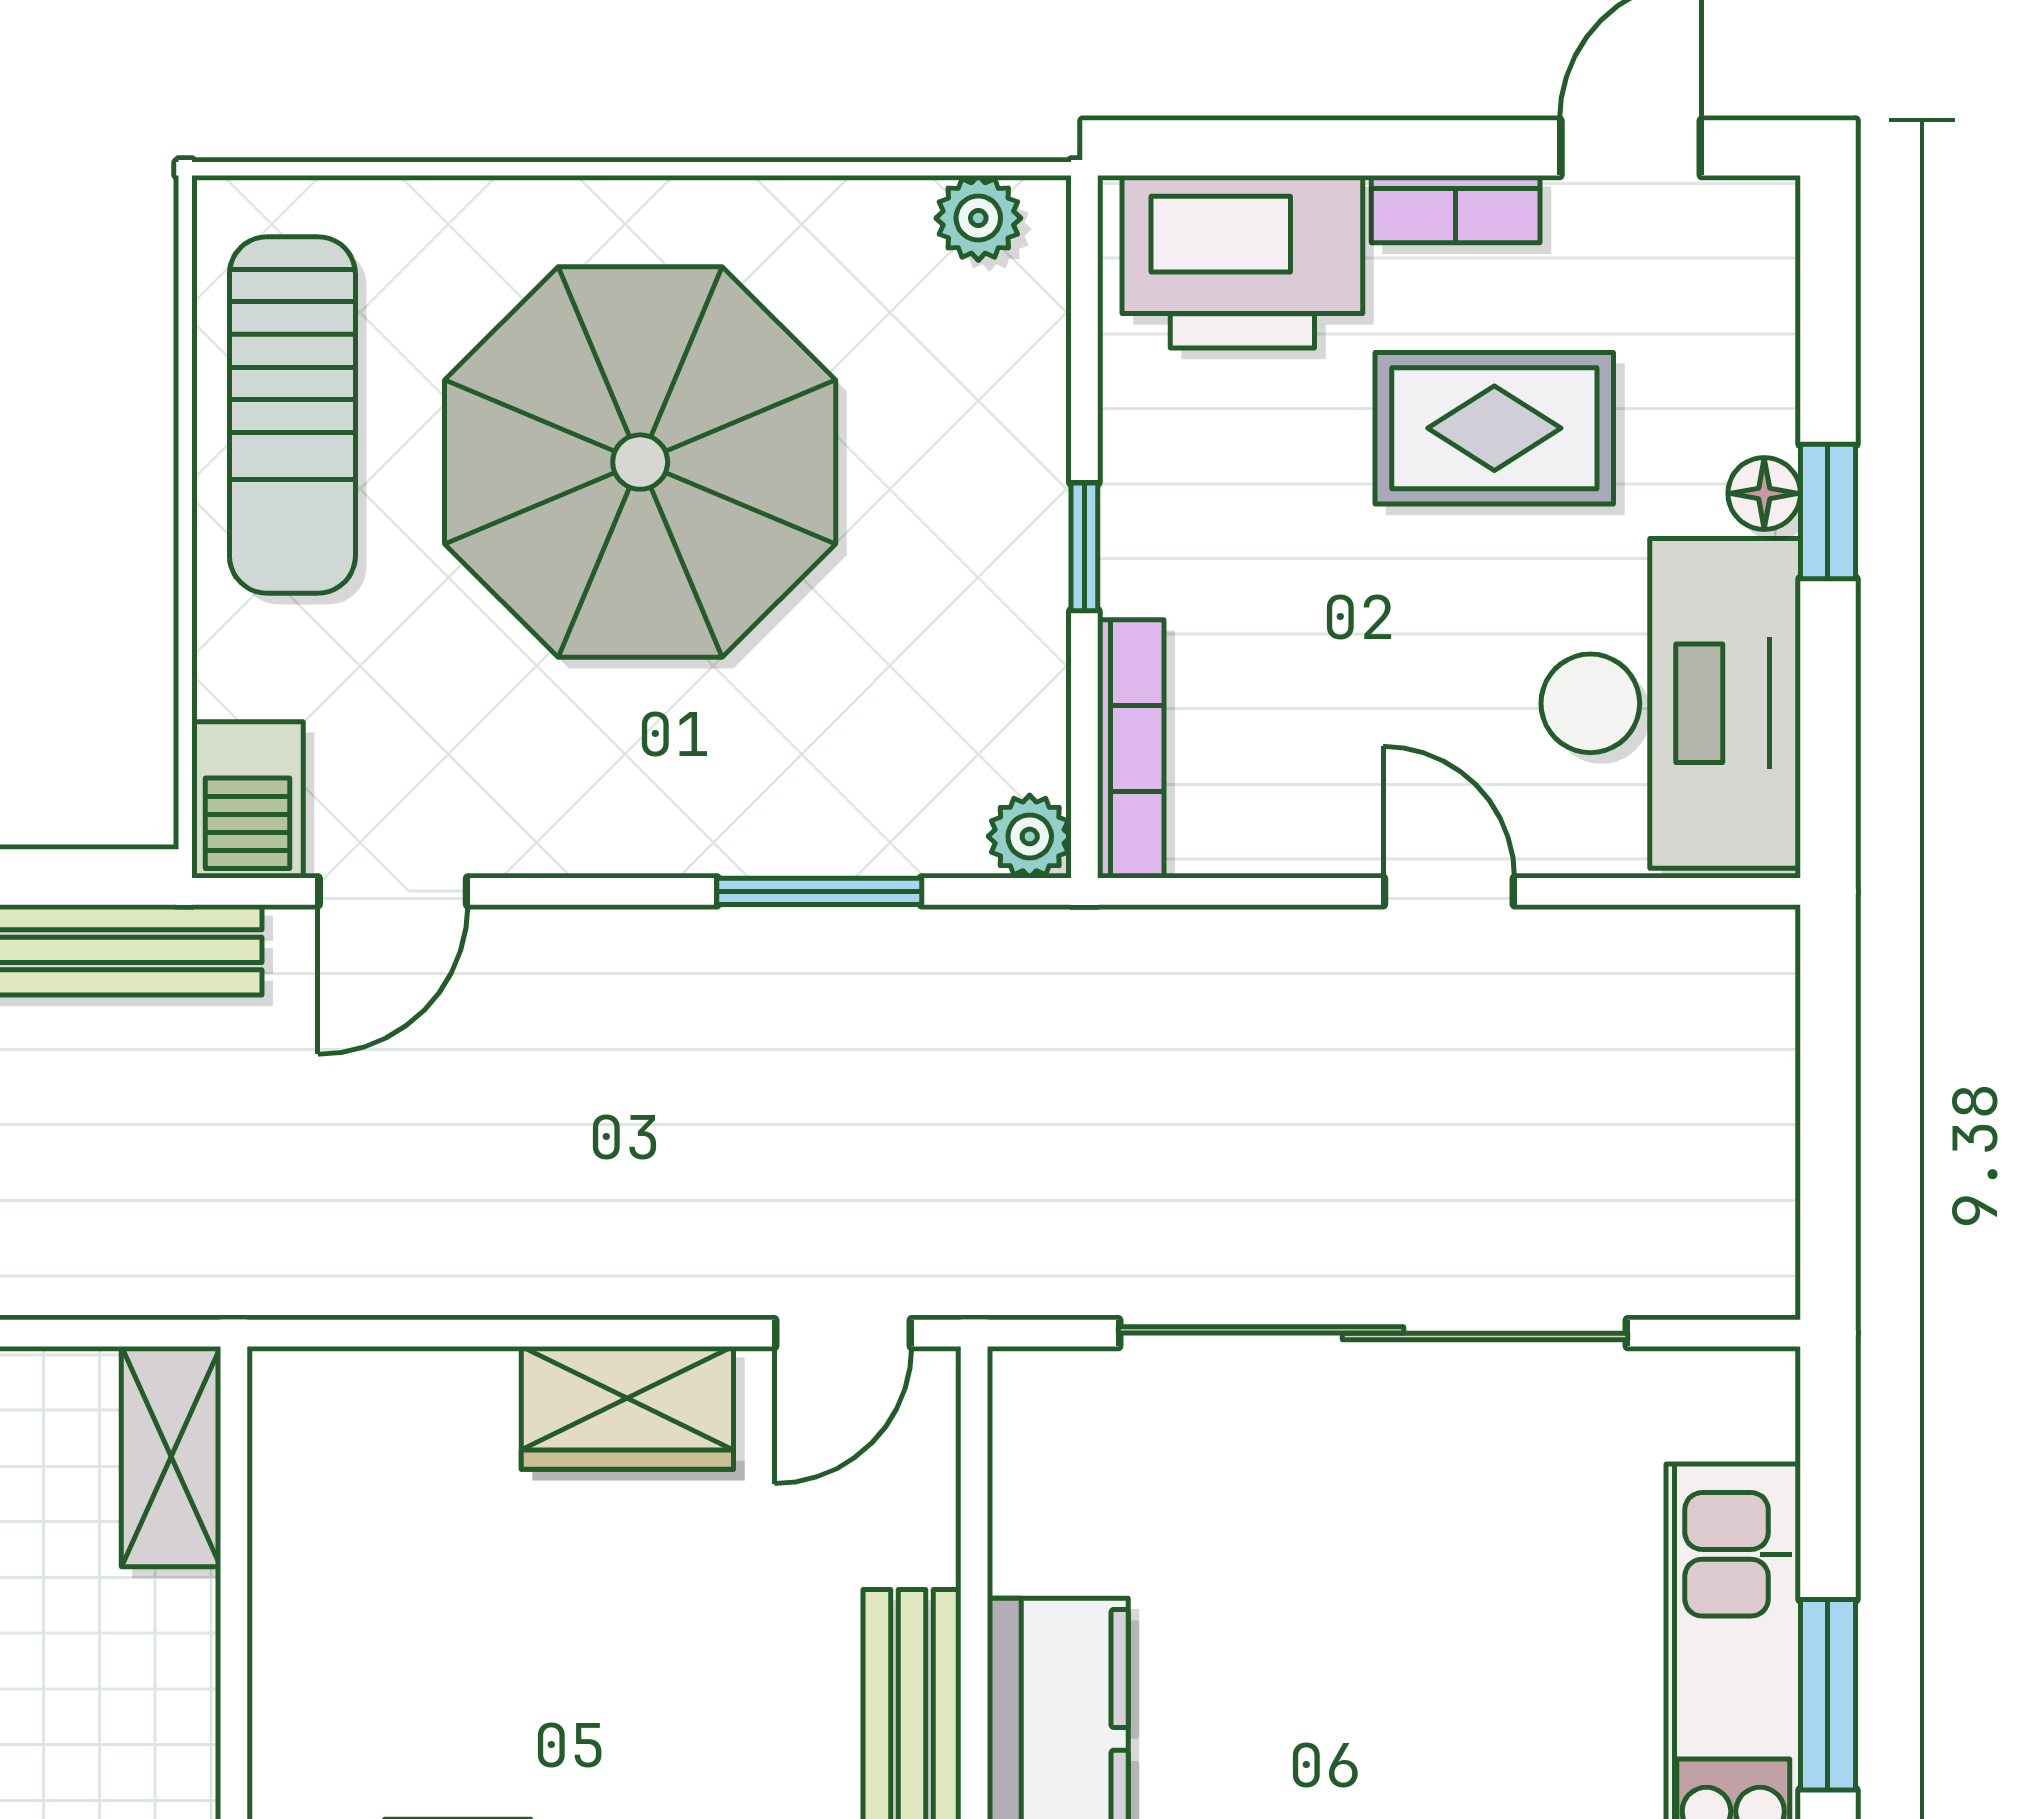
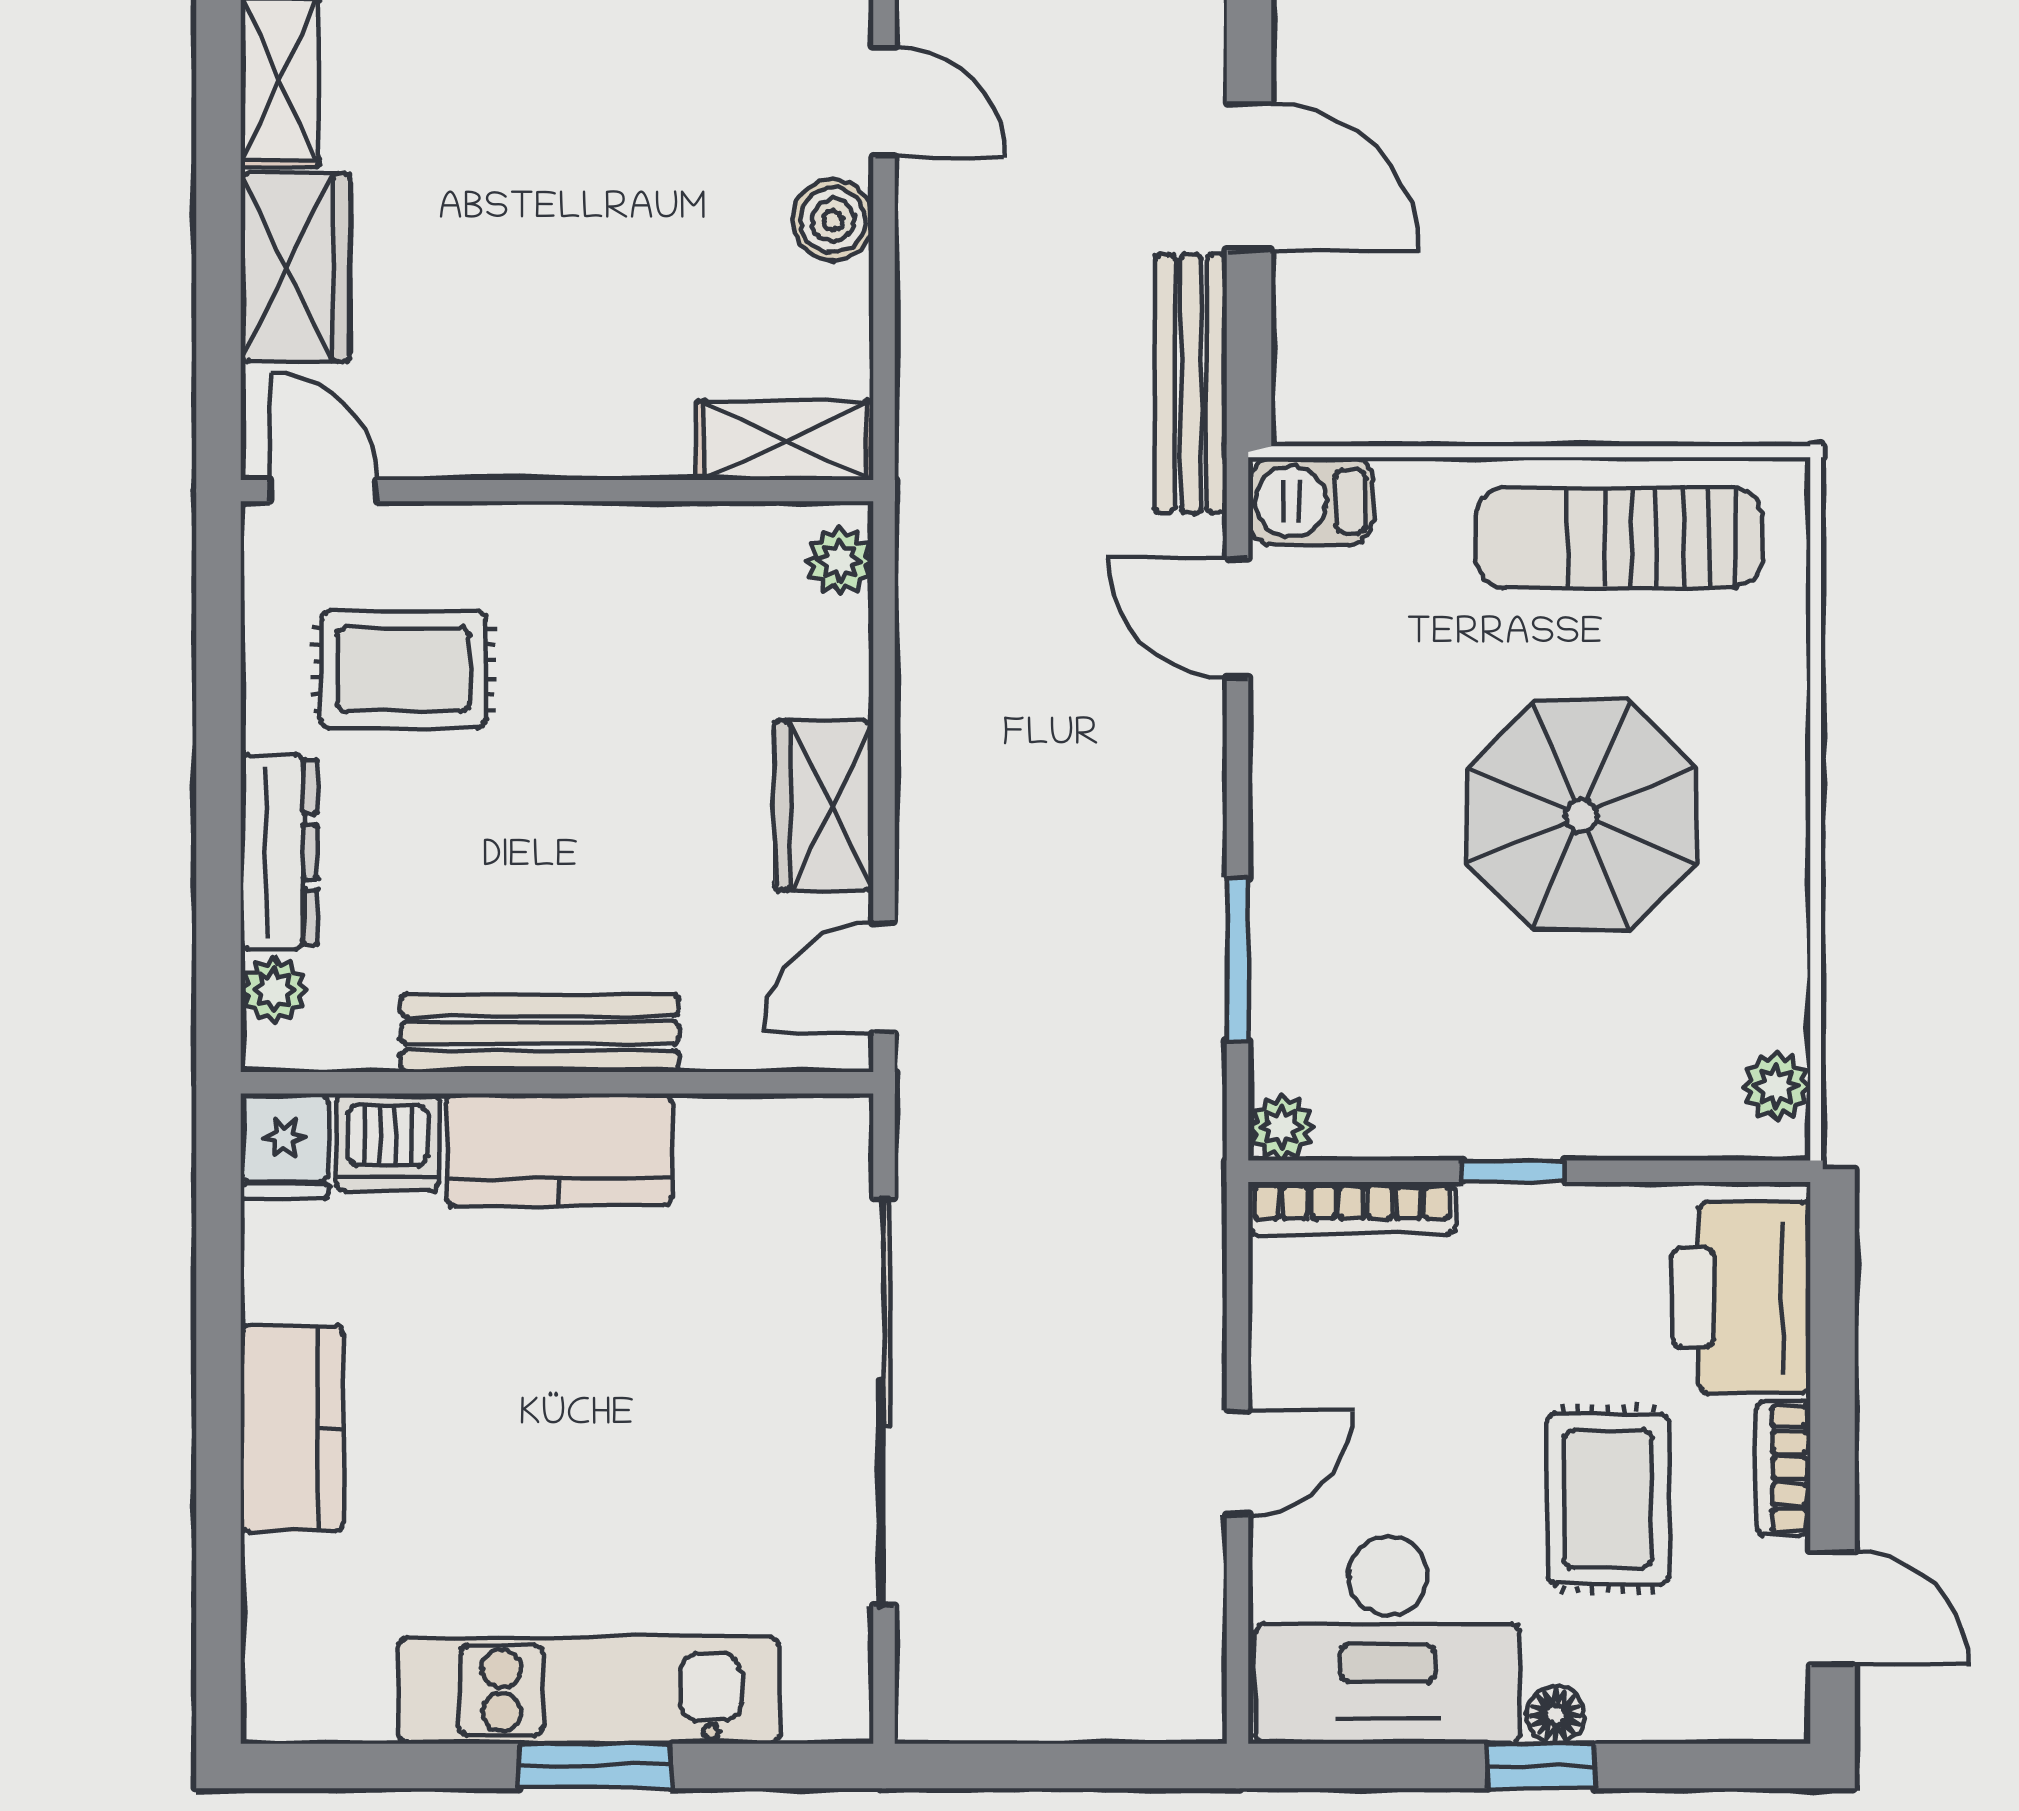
parasol: (640, 462) -> (1581, 816), width x0.73, depth x0.73
door: (843, 1333) -> (884, 978), hinge flipped
plant: (322, 1388) -> (840, 561), added

